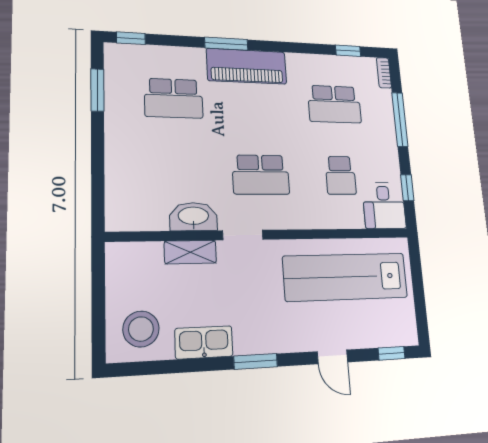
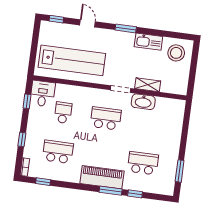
window: (131, 38) -> (135, 194), moved
window: (400, 119) -> (22, 139), width x0.46

